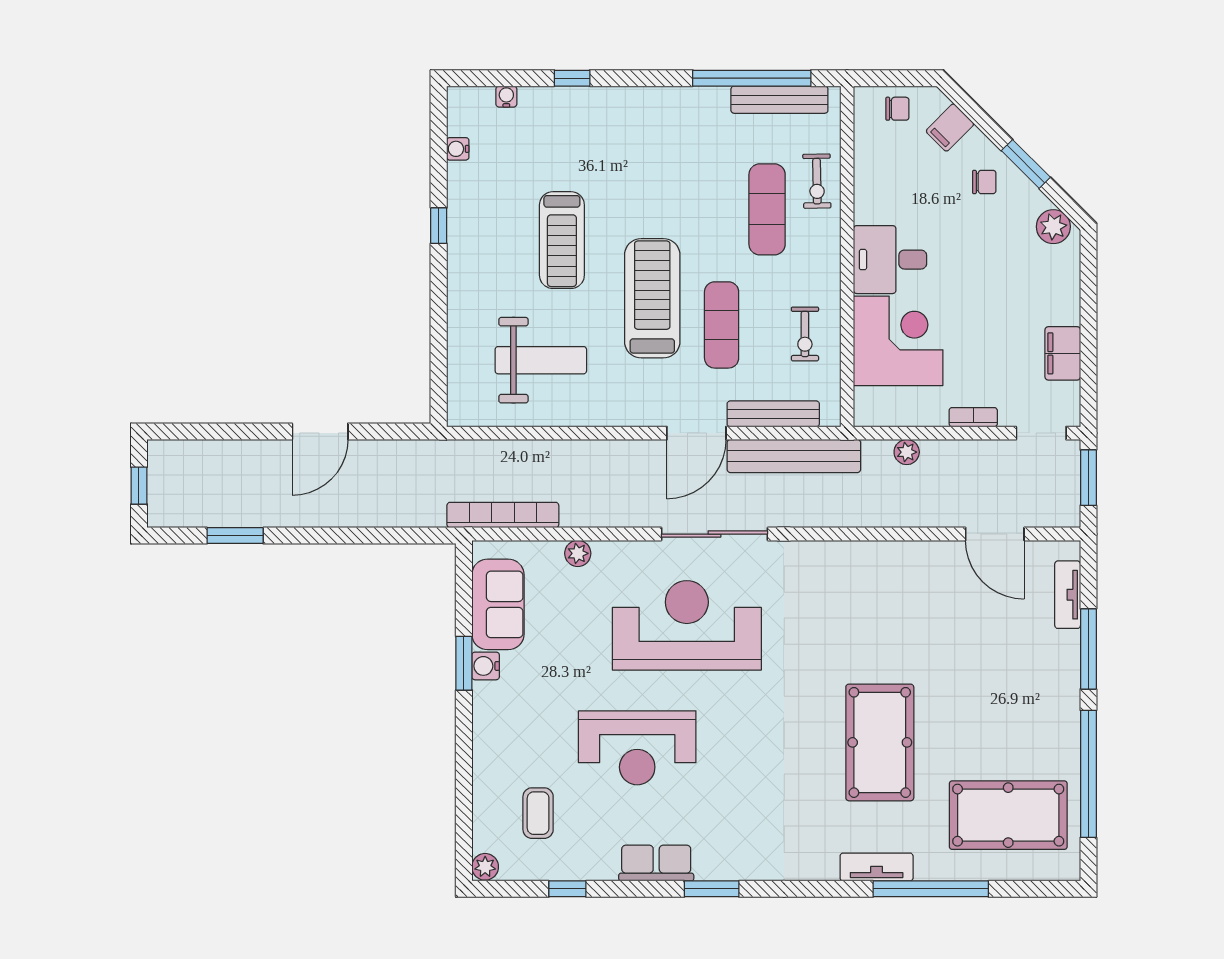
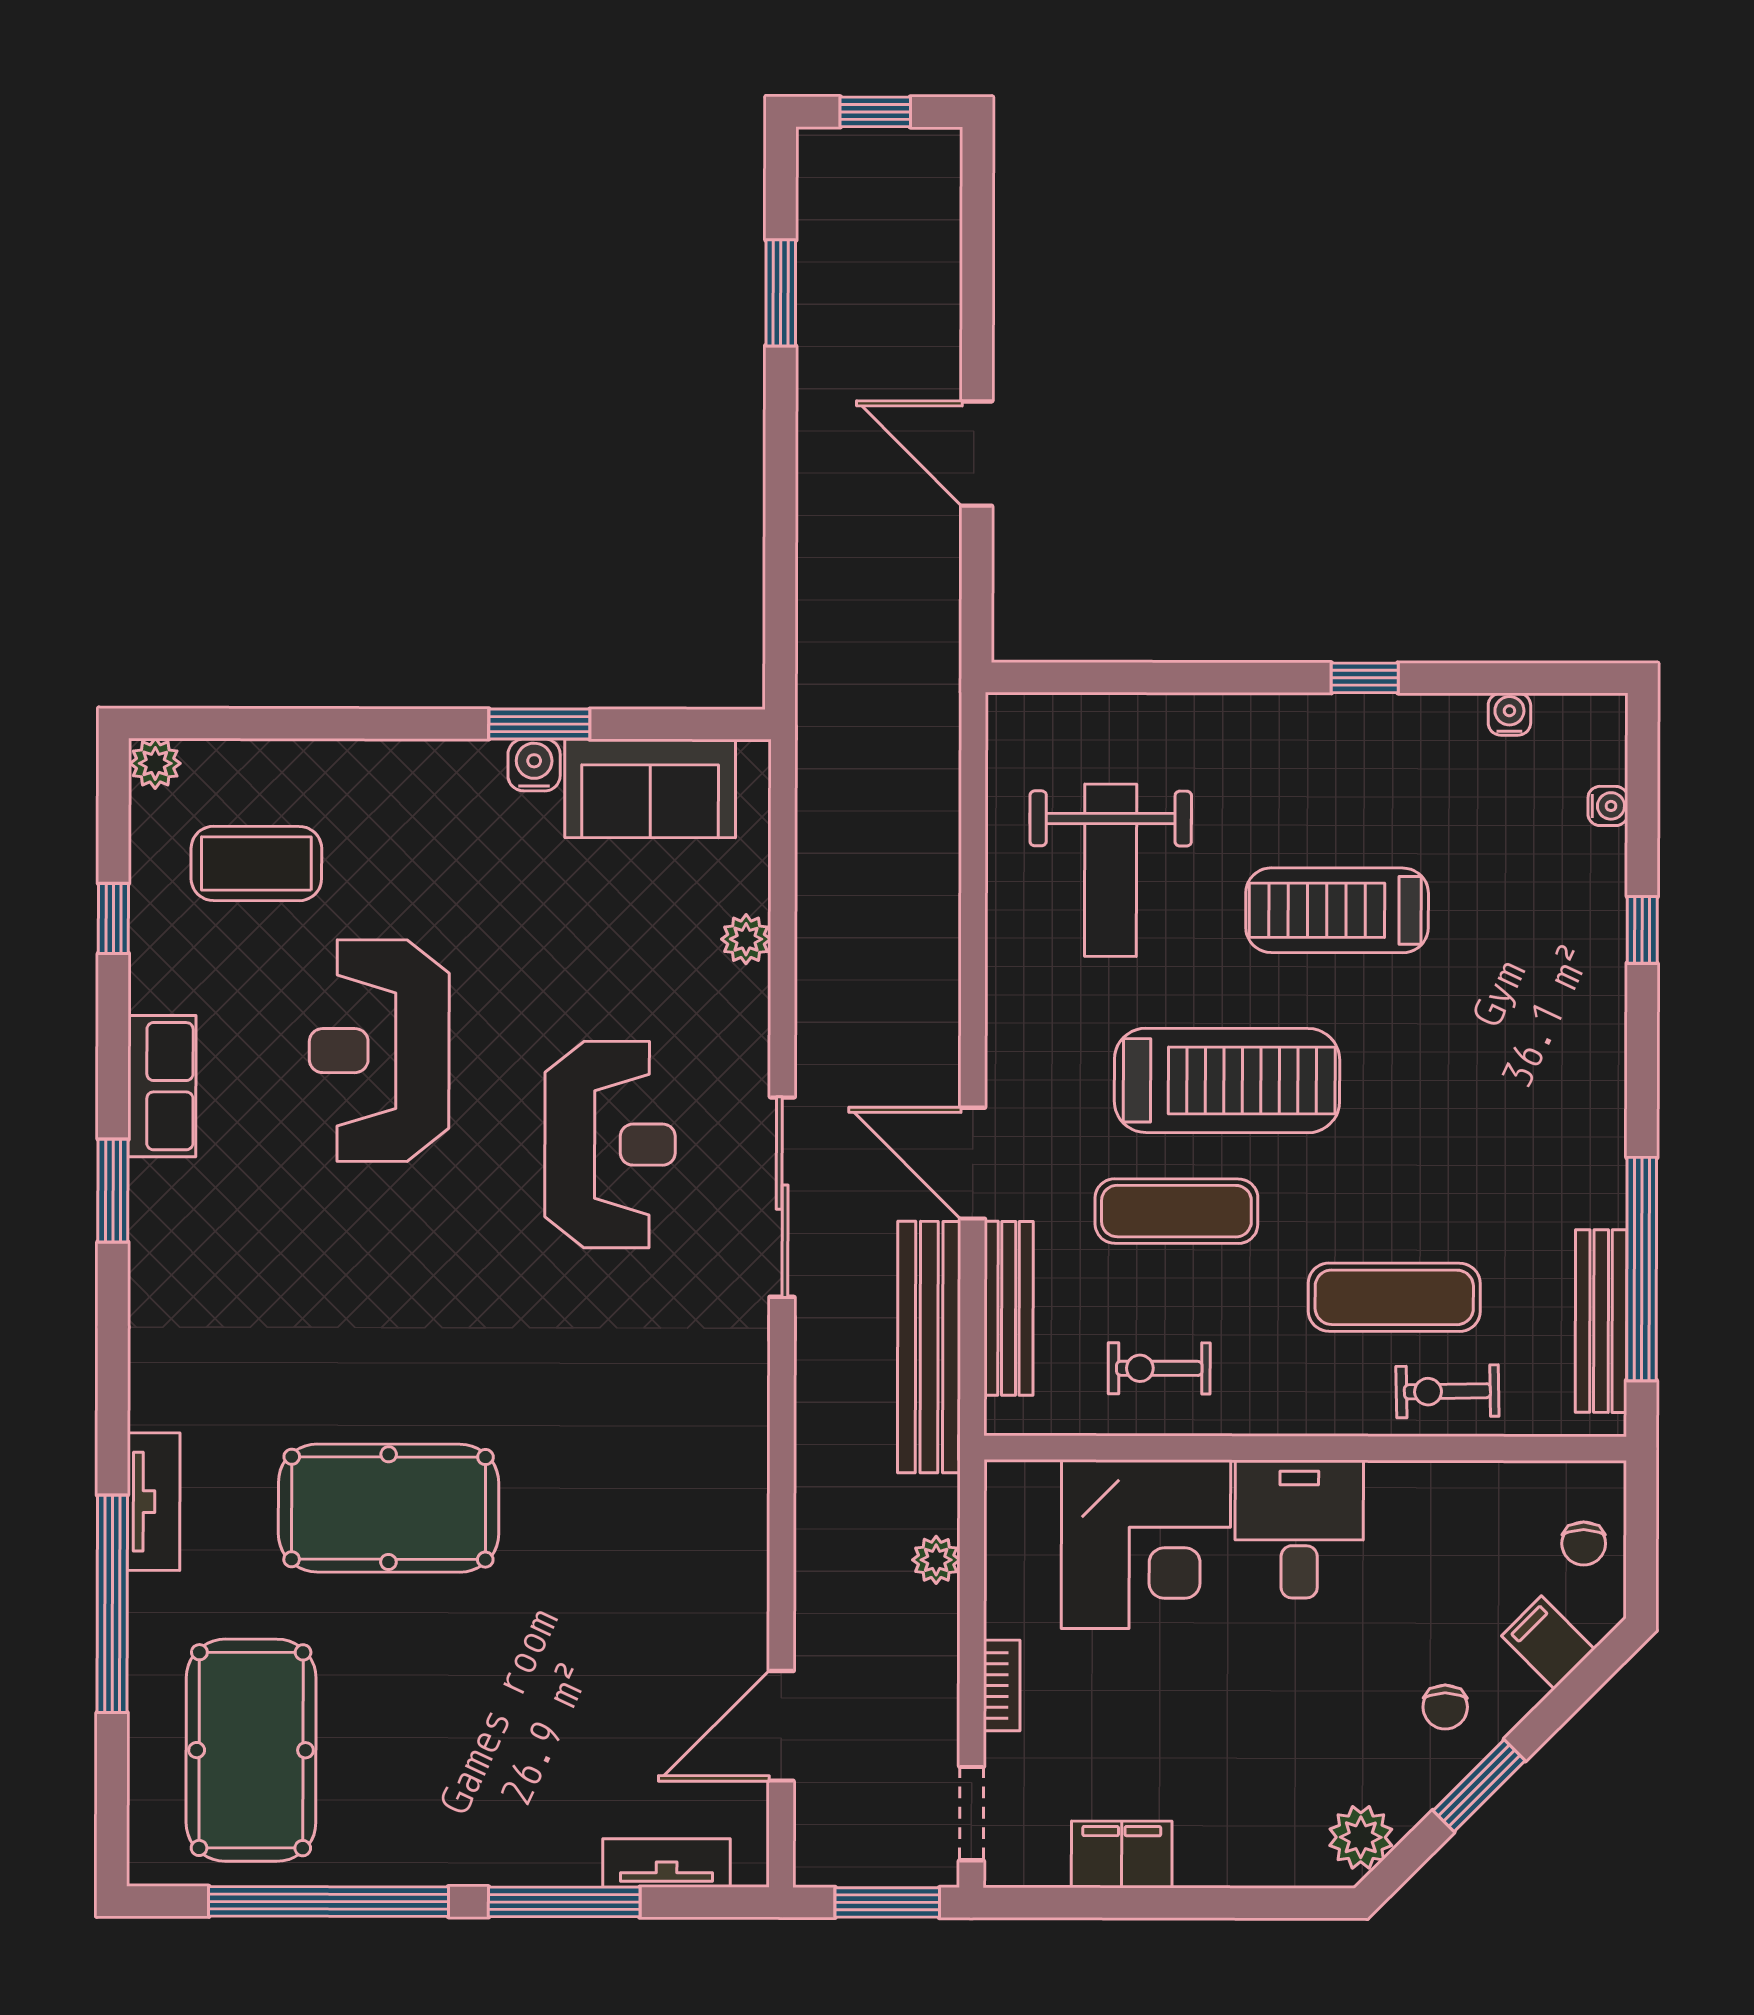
bookcase: (503, 515) -> (819, 798), removed
reception desk: (687, 625) -> (610, 1145), width x0.74, depth x0.77
coffee table: (538, 813) -> (256, 863), width x1.36, depth x1.30

